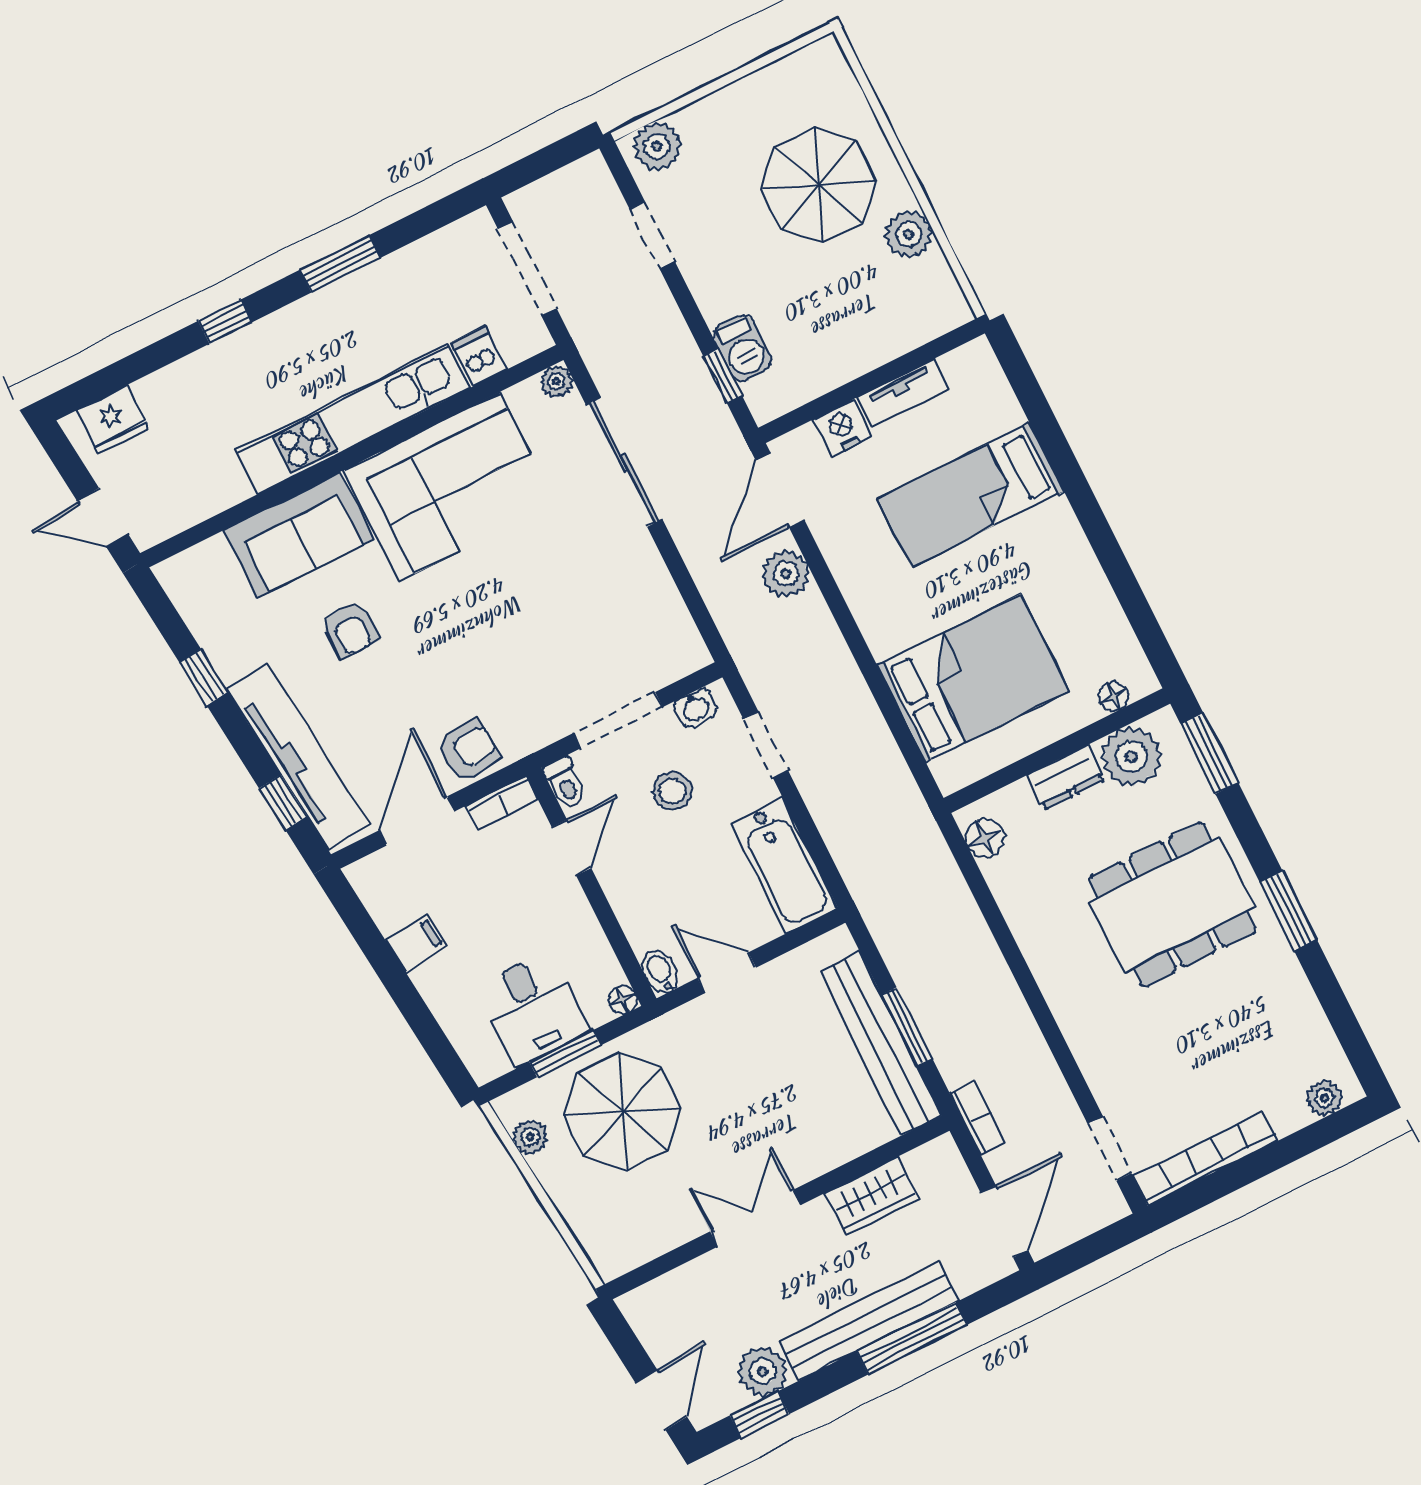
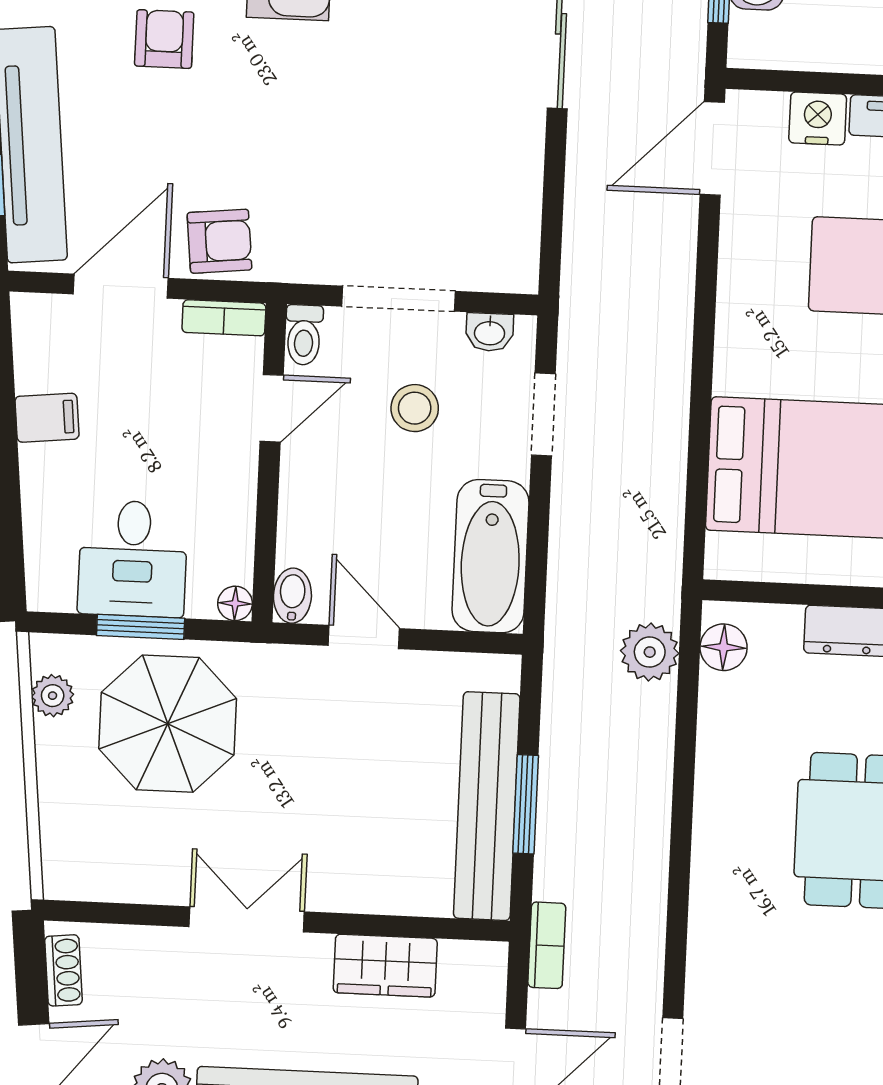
plant: (786, 574) -> (650, 652), moved
armchair: (350, 629) -> (164, 39), turned 180
shoe rack: (646, 1327) -> (63, 970), added

